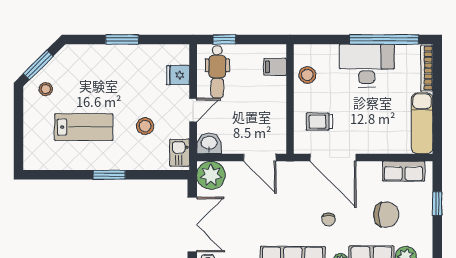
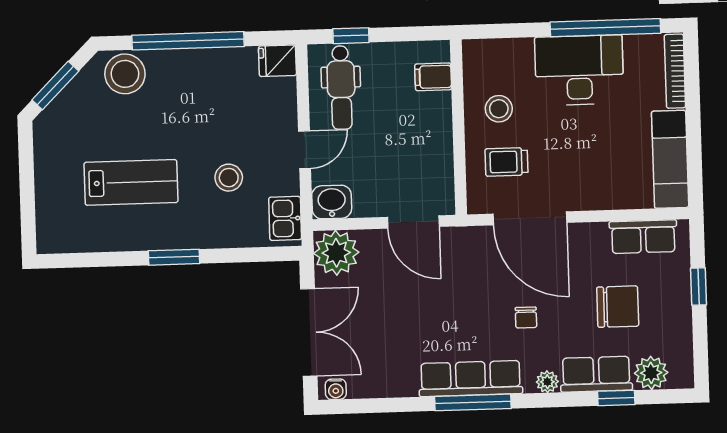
window: (122, 39) -> (188, 41), width x2.11
fridge: (178, 75) -> (277, 61), moved
stool: (307, 75) -> (499, 109), moved
stool: (46, 89) -> (125, 74), moved, width x1.89, depth x1.89

